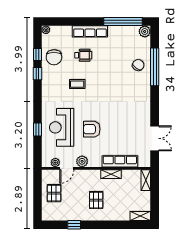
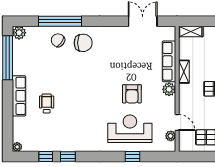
chair: (54, 57) -> (83, 43), moved
coffee table: (77, 84) -> (80, 111), removed
reception desk: (62, 127) -> (130, 129), turned 180
plant: (82, 161) -> (169, 89), moved

